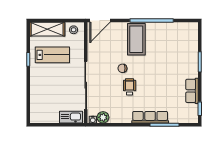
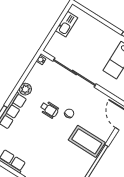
kitchen sink: (71, 117) -> (67, 24), moved
plant: (103, 117) -> (25, 89), moved

